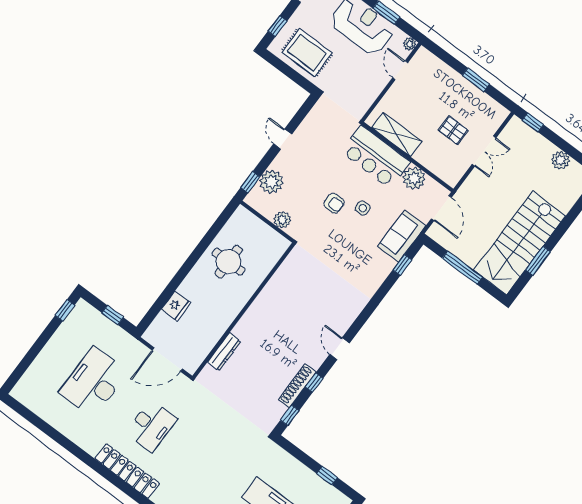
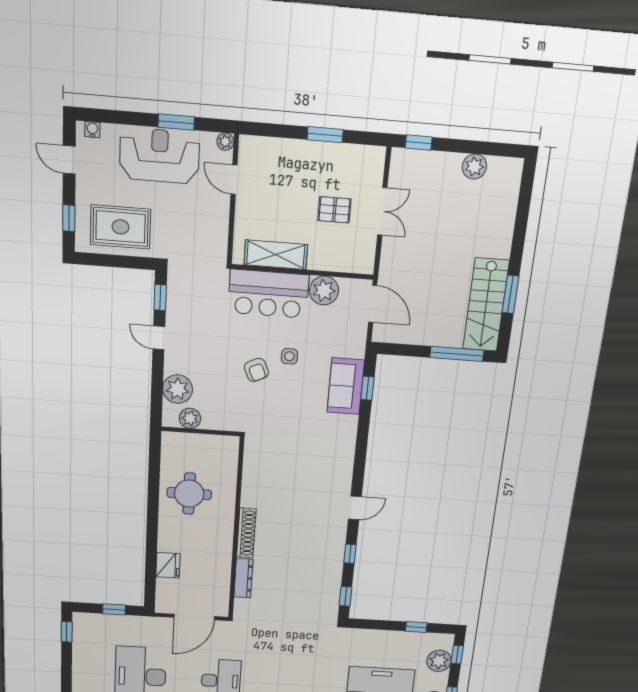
window: (250, 182) -> (160, 297), moved
armchair: (334, 203) -> (256, 370), turned 65
plant: (282, 220) -> (190, 418), moved
sofa: (402, 236) -> (346, 386), moved
stairs: (520, 243) -> (486, 305), width x0.73, depth x0.66
window: (462, 268) -> (457, 354), moved
door: (340, 349) -> (355, 508), swing flipped
shoe rack: (297, 386) -> (246, 533), moved, turned 180

